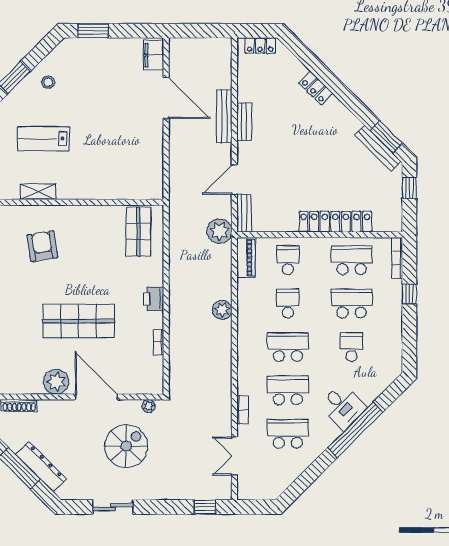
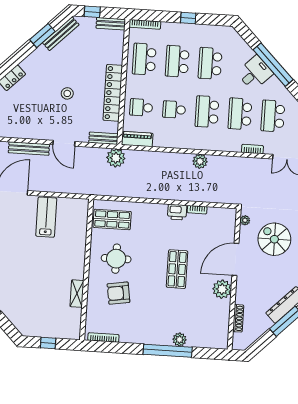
bench: (244, 122) -> (111, 24), moved
window: (386, 137) -> (42, 36), moved
lab bench: (43, 139) -> (46, 217), moved, turned 180
stool: (300, 162) -> (67, 93), added
door: (234, 180) -> (64, 143), moved
locker: (335, 222) -> (113, 93), moved
round table: (87, 240) -> (116, 259), added
window: (409, 294) -> (188, 18), moved
printer: (154, 299) -> (177, 212), moved
plant: (222, 310) -> (200, 161), moved
shop shelf: (79, 321) -> (177, 269), width x0.70, depth x0.74
school desk: (352, 347) -> (210, 63), width x1.85

